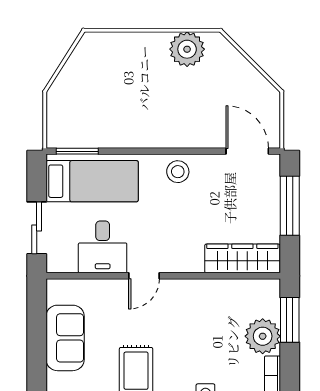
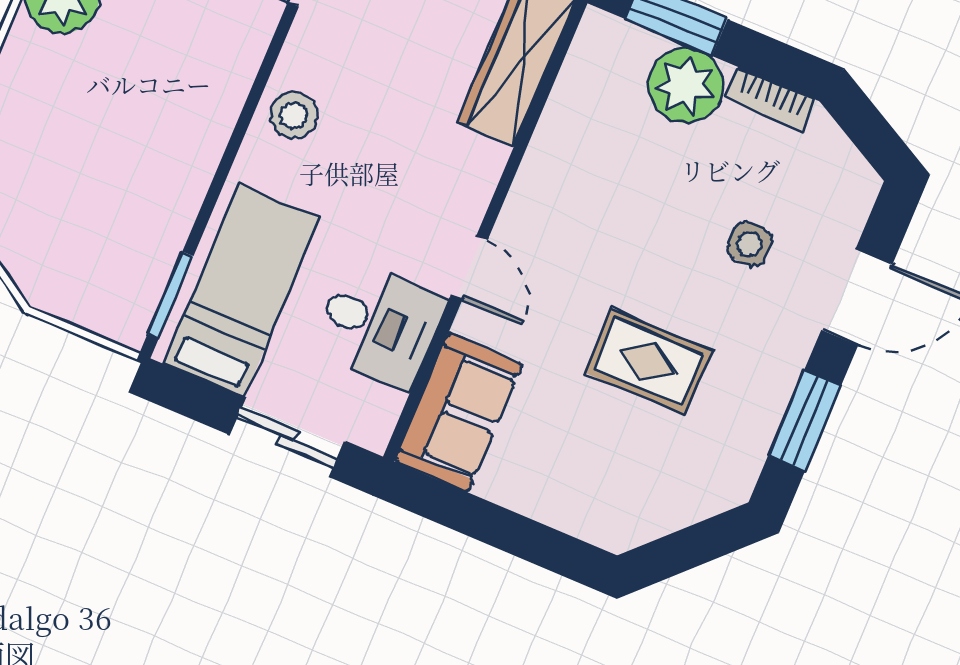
sofa: (65, 338) -> (458, 413), moved, turned 90

